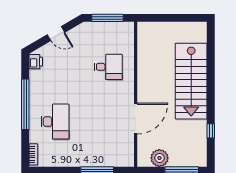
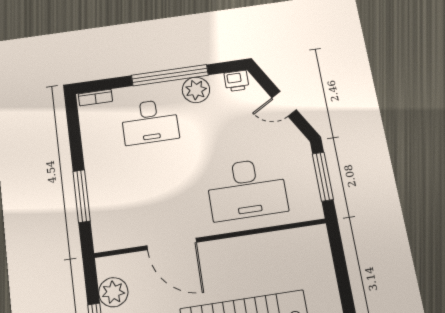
door: (56, 33) -> (284, 104), hinge flipped
desk: (108, 67) -> (247, 189), width x1.87, depth x1.30
plant: (38, 89) -> (196, 90), added

